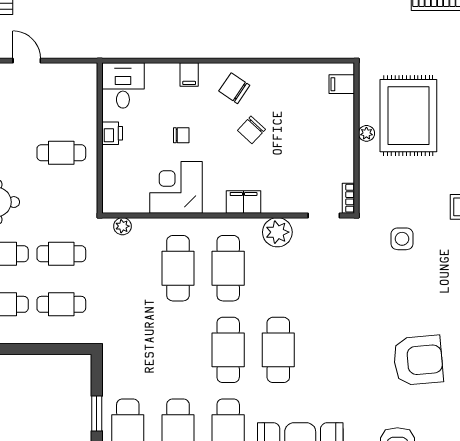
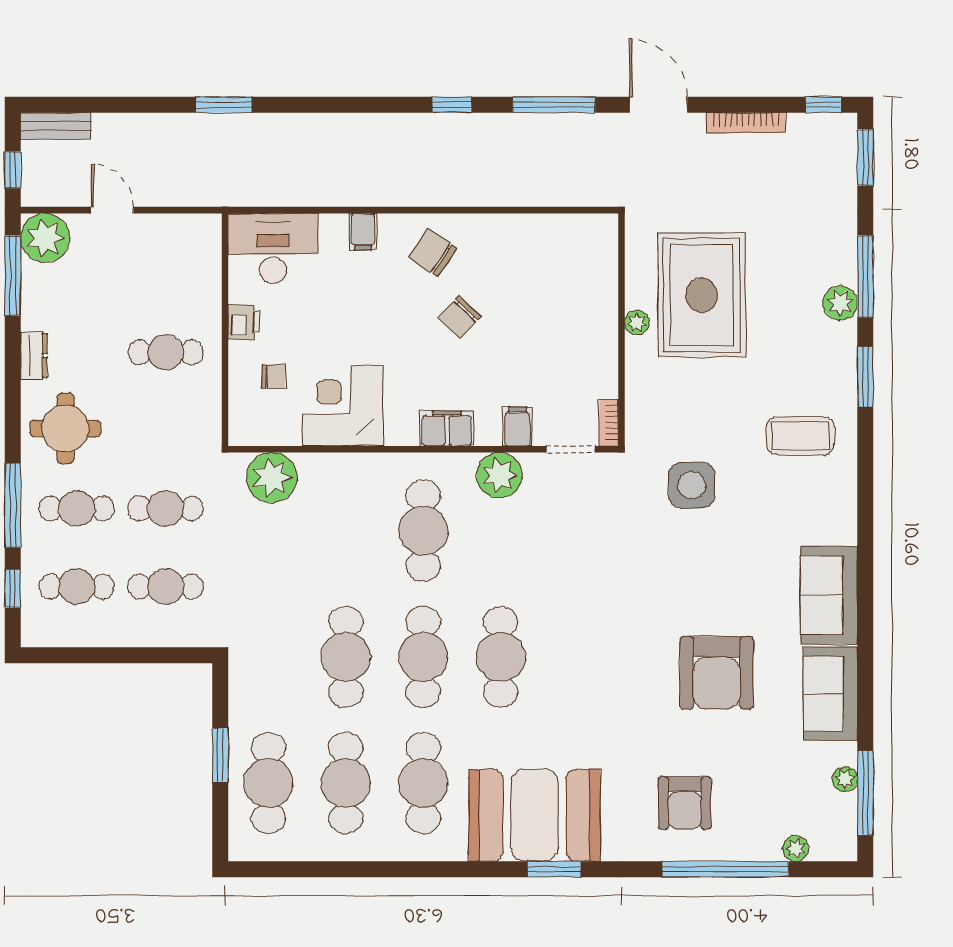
filing cabinet: (342, 84) -> (518, 426), moved, turned 90
desk: (123, 85) -> (273, 248), width x1.37
chair: (181, 135) -> (274, 376), moved
plant: (122, 226) -> (272, 478), width x1.88, depth x1.88
side table: (402, 239) -> (692, 485), width x1.37, depth x1.37
cafe table: (178, 268) -> (346, 657), moved
armchair: (418, 360) -> (717, 673), turned 95

